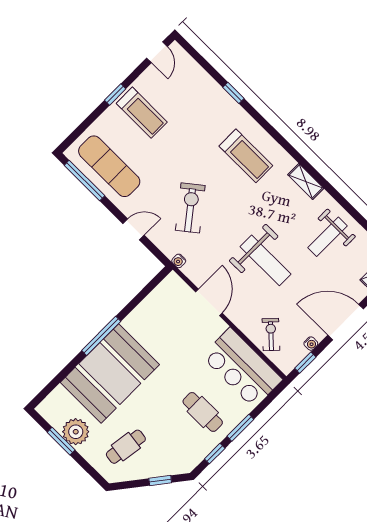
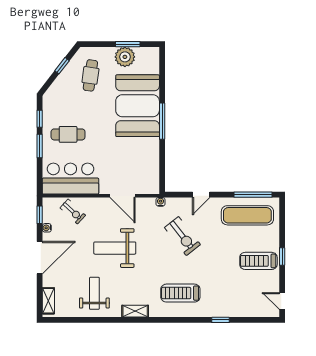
window: (160, 480) -> (62, 66), moved

